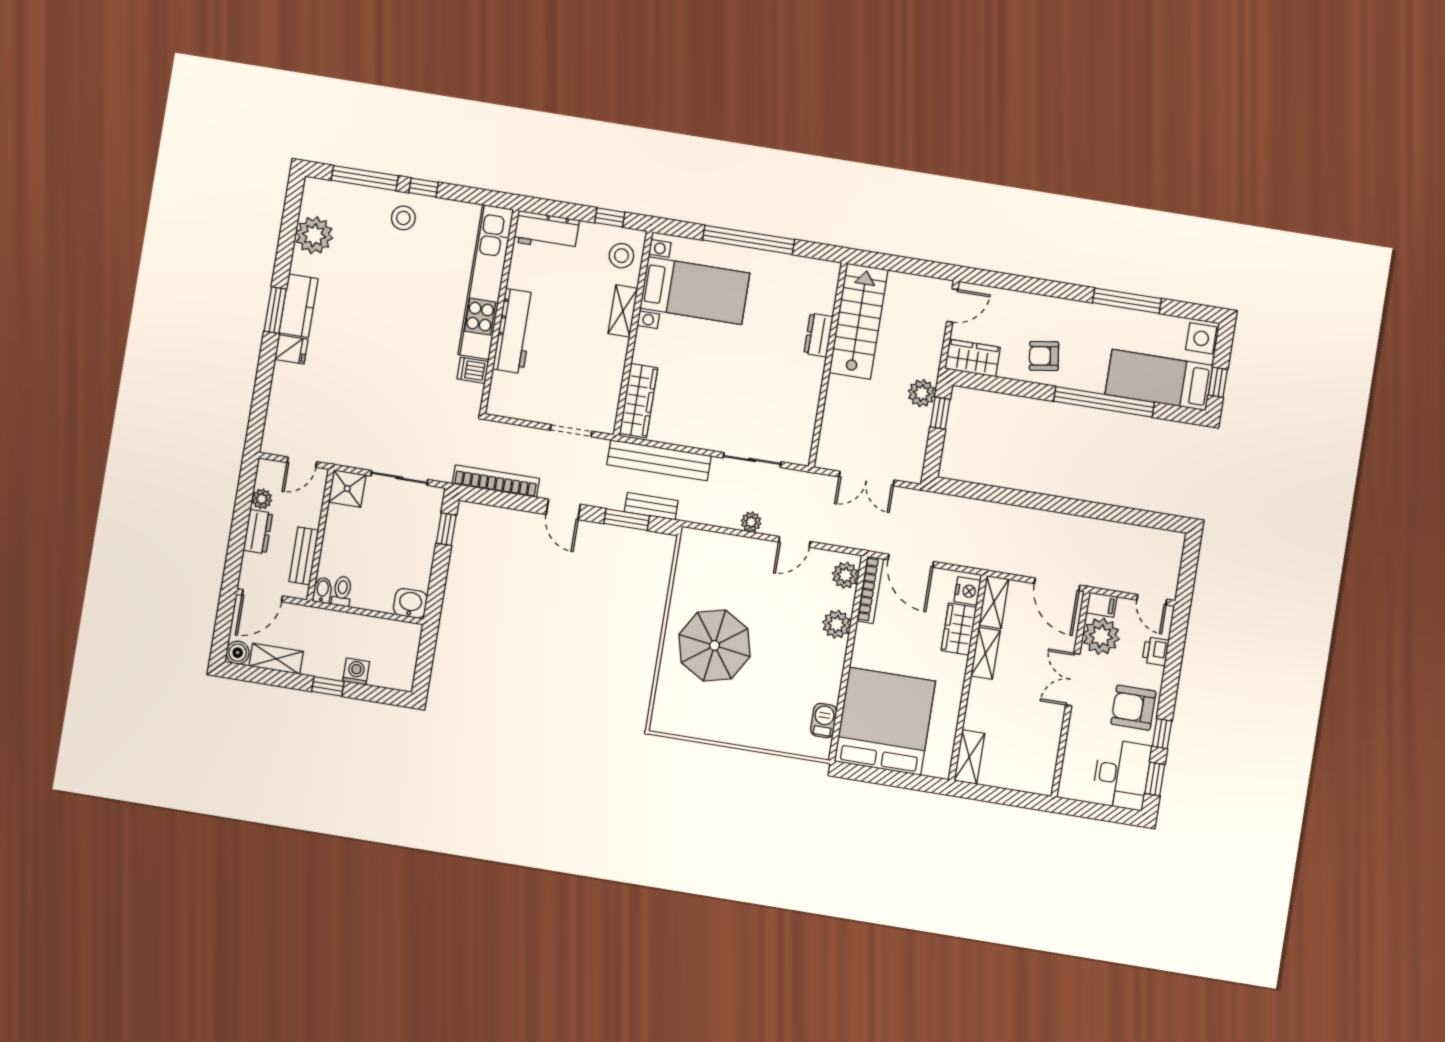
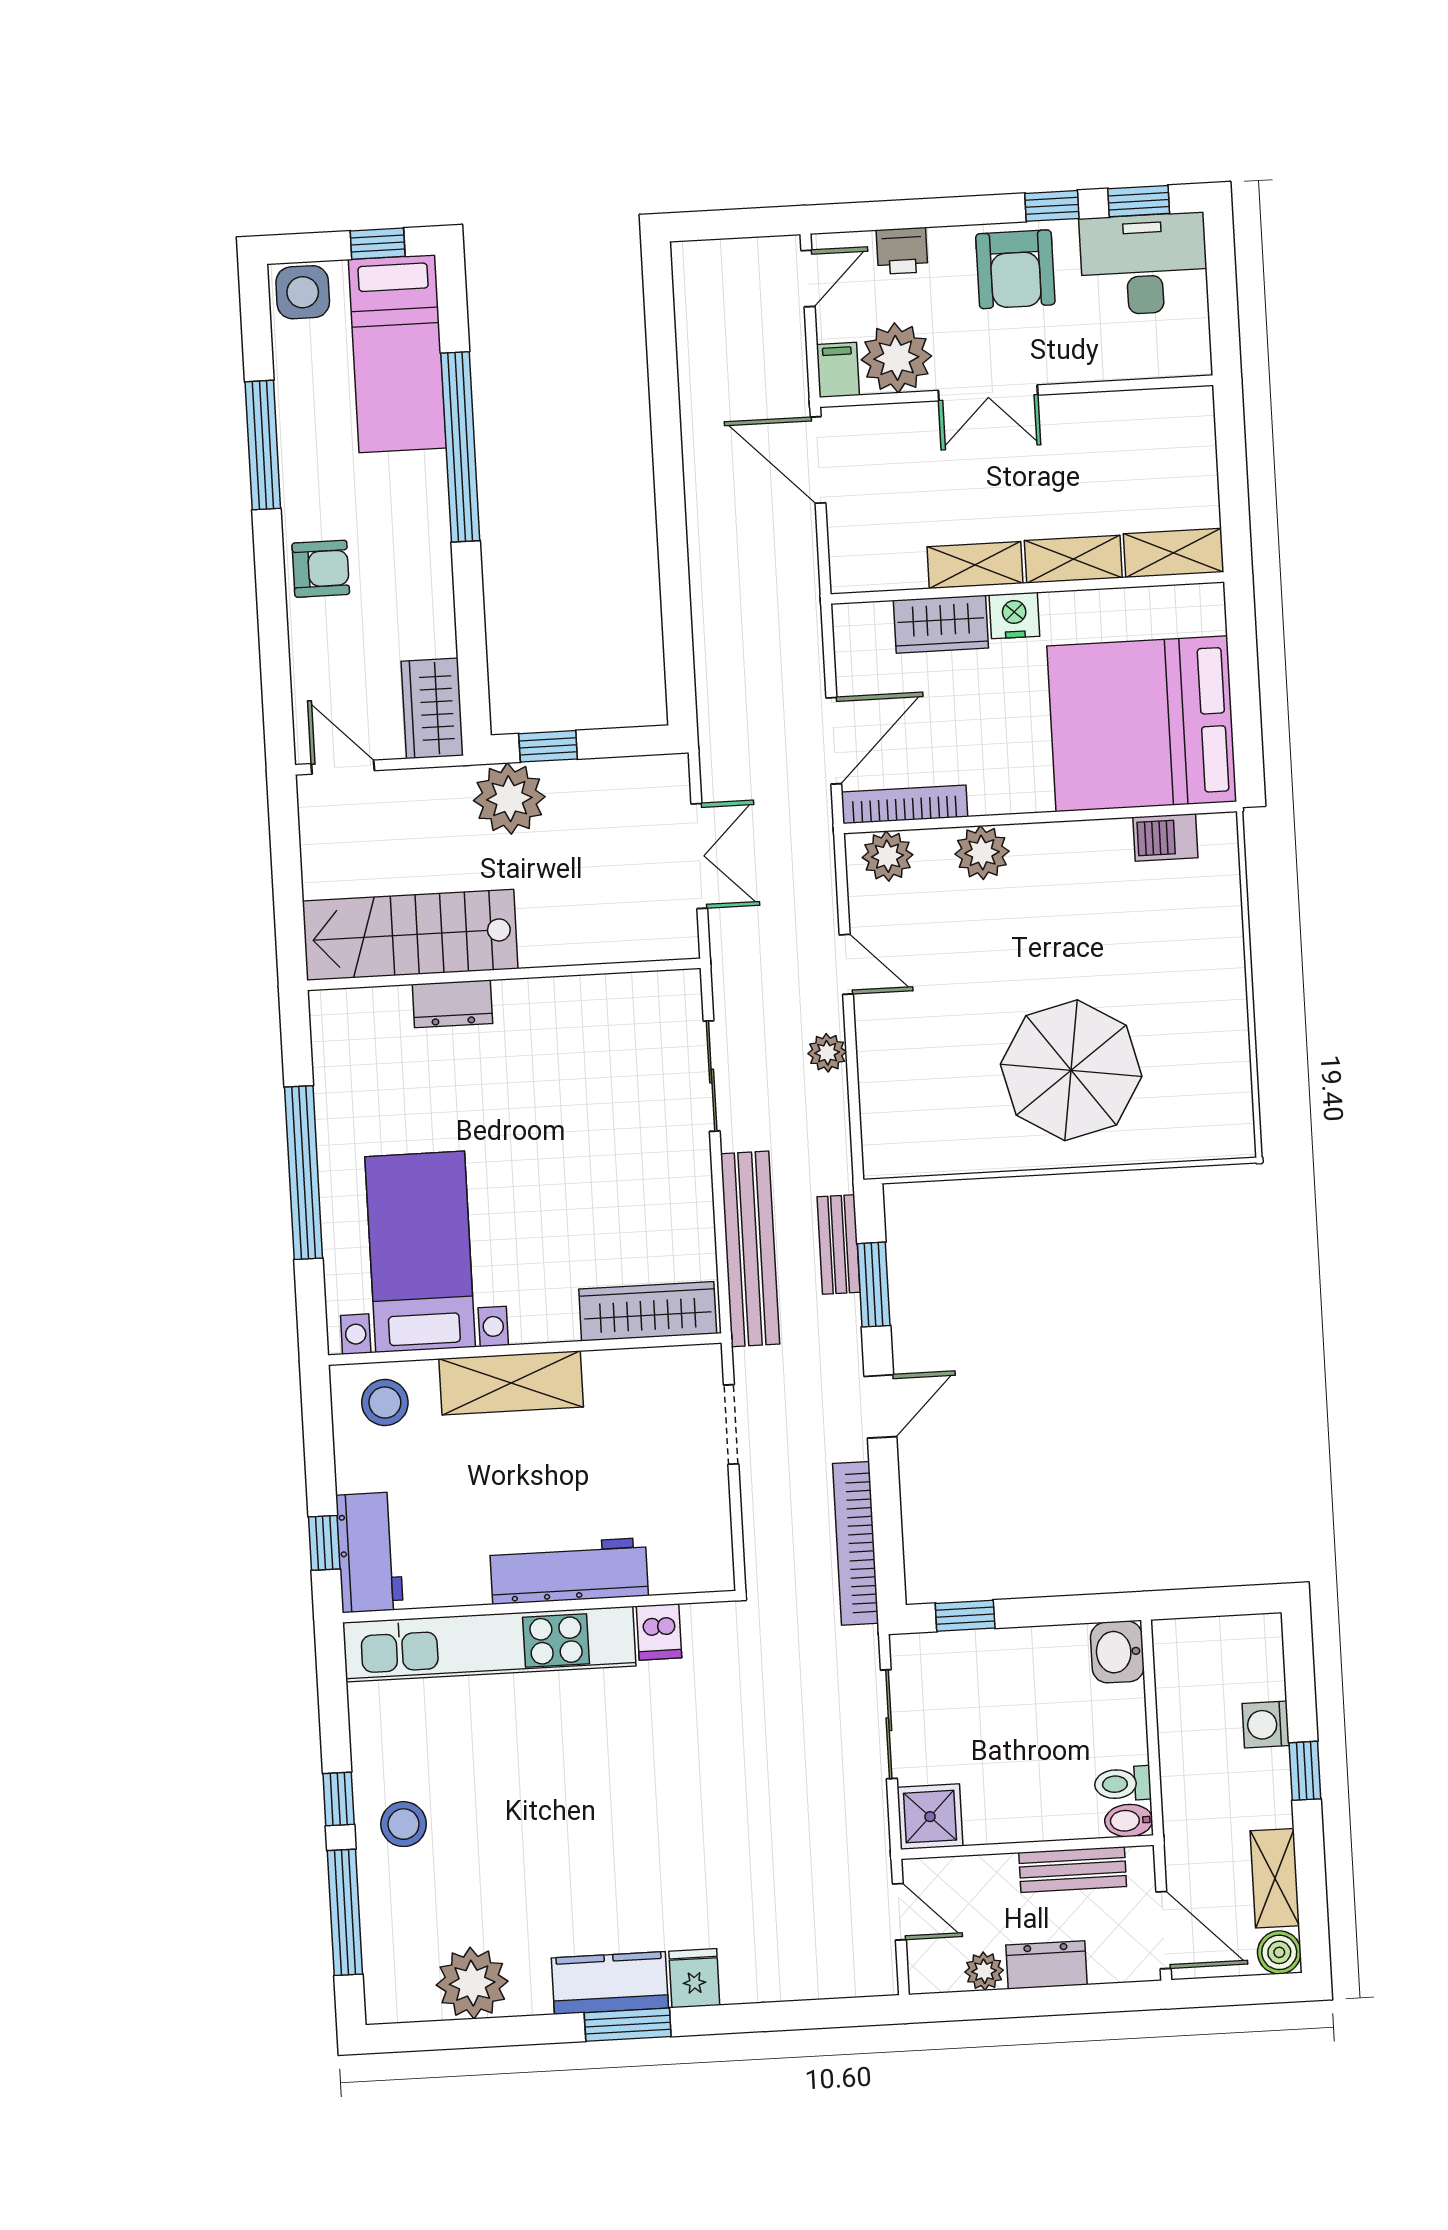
window: (610, 217) -> (324, 1543), moved
shelving: (623, 311) -> (511, 1383), width x1.50, depth x1.33
armchair: (1044, 356) -> (321, 569), moved, turned -82
plant: (922, 393) -> (509, 799), width x1.36, depth x1.36
door: (1057, 584) -> (818, 460), swing flipped
nightstand: (967, 591) -> (1014, 616), moved
shelving: (994, 602) -> (1073, 559), moved

